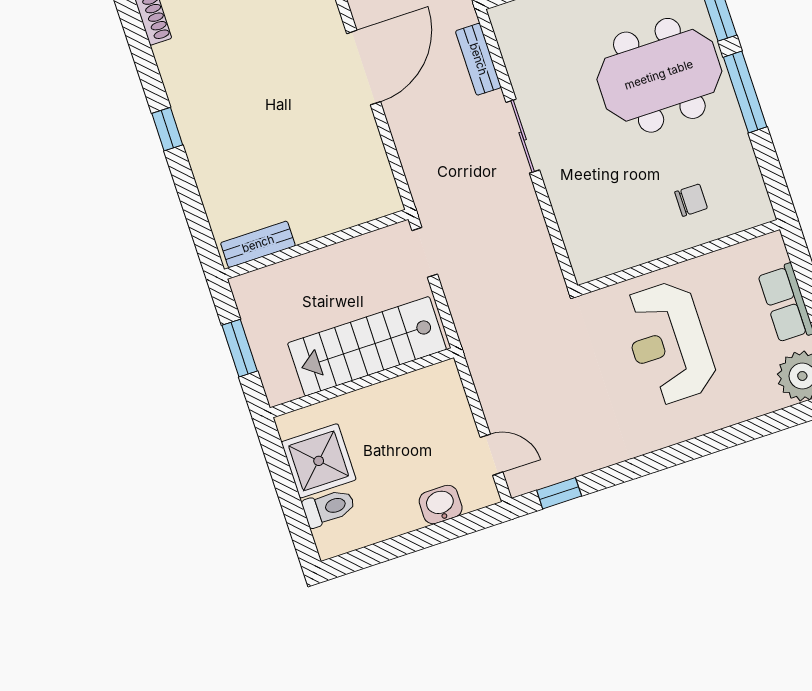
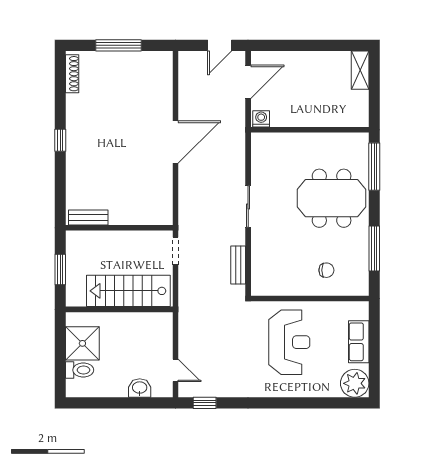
bench: (478, 59) -> (238, 265), moved
window: (745, 92) -> (374, 249), moved
reception desk: (669, 343) -> (289, 342), turned 180

